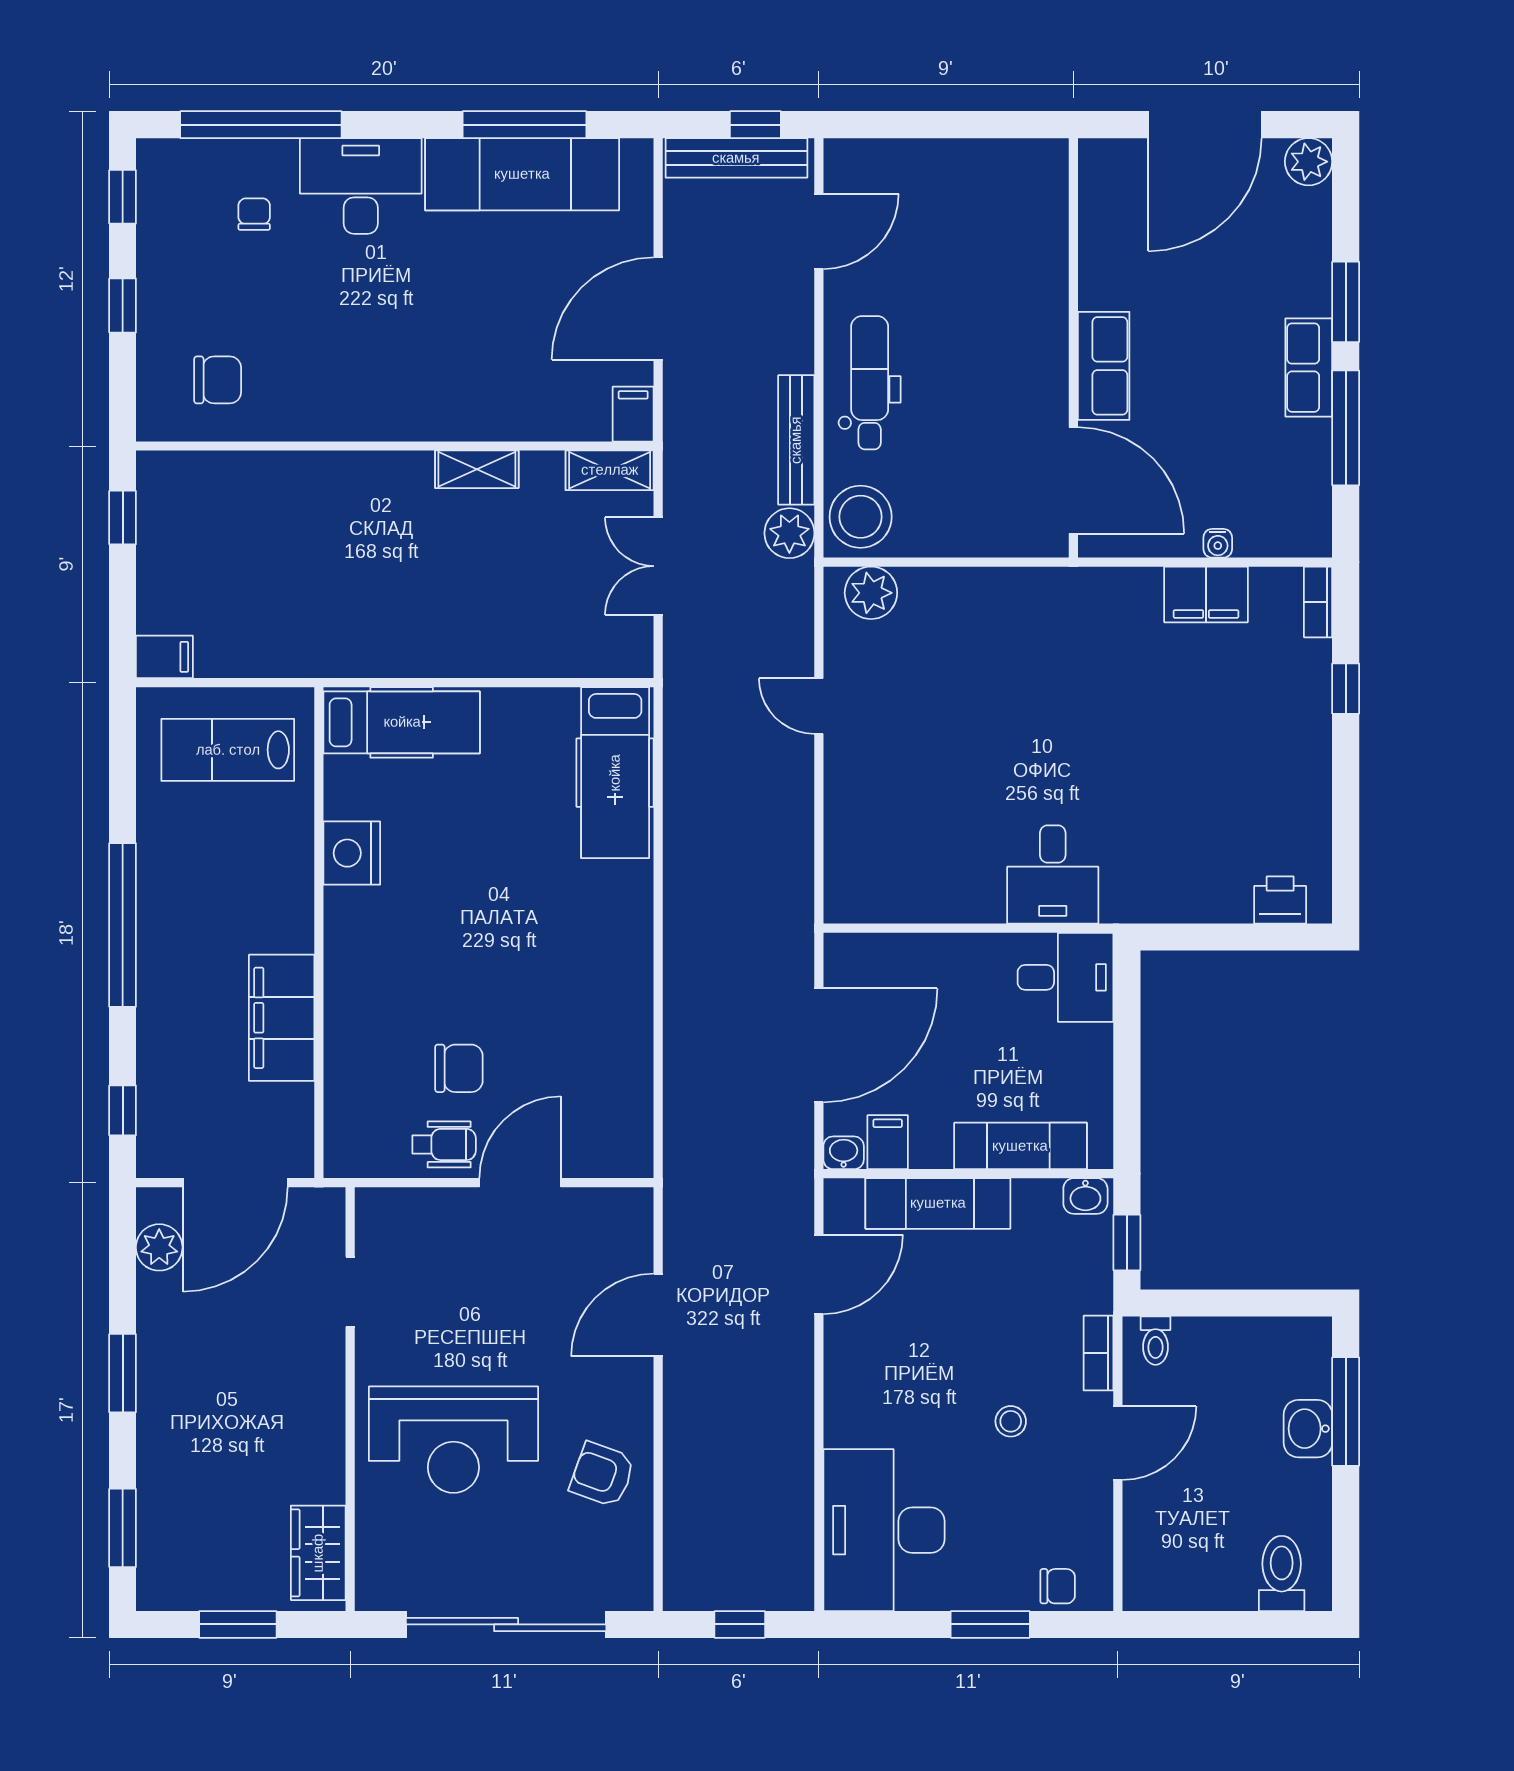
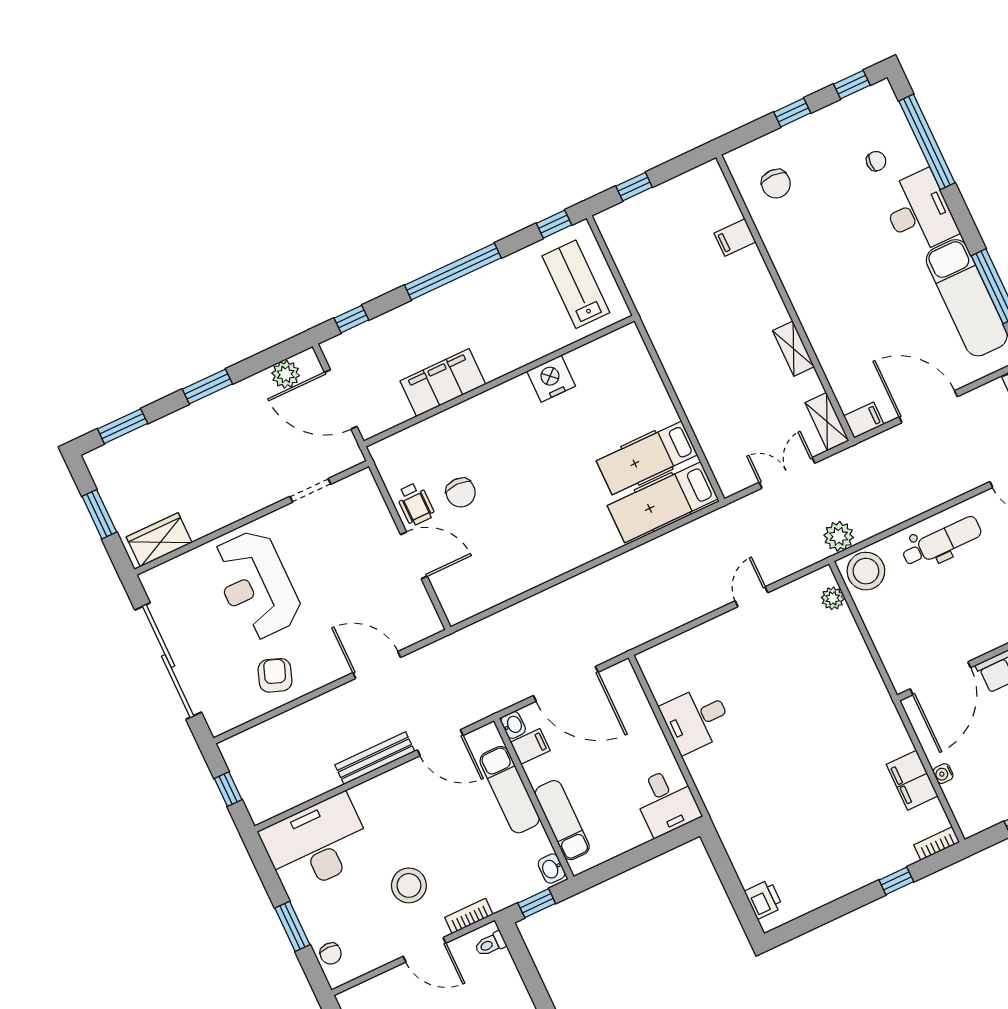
bench: (796, 440) -> (375, 758), moved
window: (123, 518) -> (634, 187), moved
plant: (871, 593) -> (833, 598), width x0.73, depth x0.73
filing cabinet: (164, 657) -> (735, 238), moved, turned 90
hospital bed: (402, 722) -> (647, 458), moved, turned 90
window: (123, 740) -> (554, 224), added
desk: (1053, 874) -> (696, 719), moved
stool: (1011, 1421) -> (409, 885), width x1.89, depth x1.89

